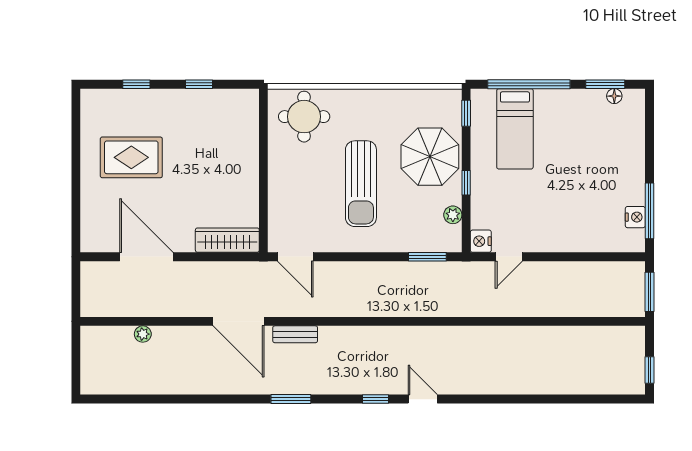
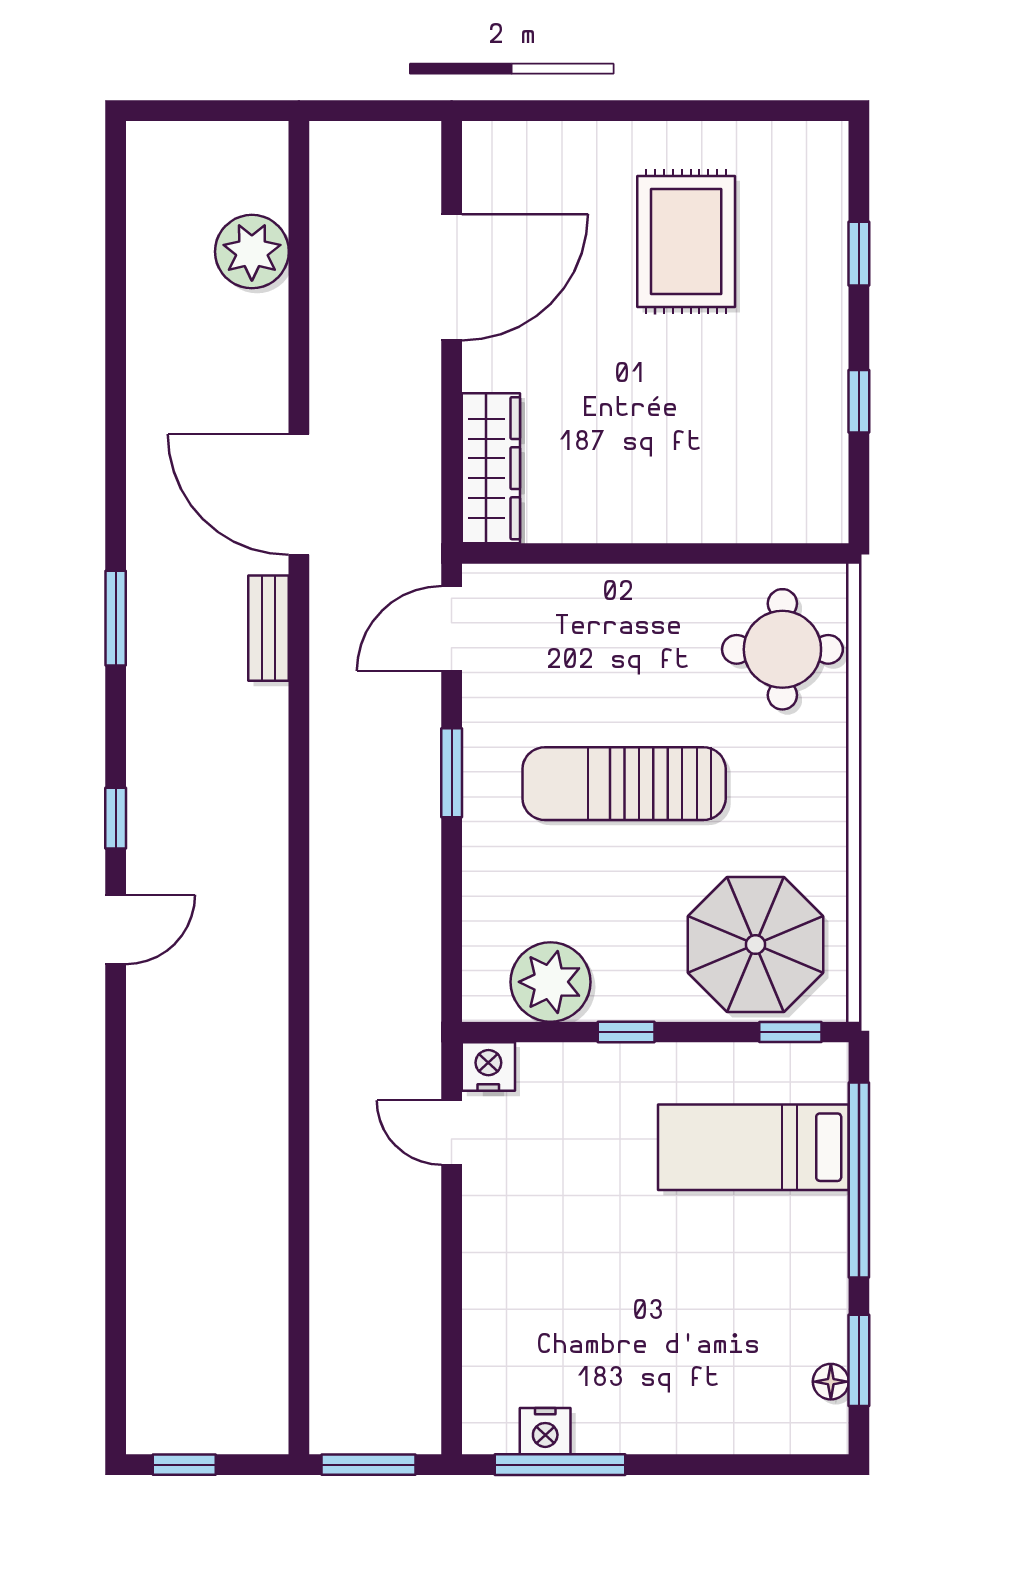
parasol: (430, 157) -> (755, 945), moved
plant: (453, 215) -> (550, 982), width x1.88, depth x1.88
window: (427, 257) -> (452, 773), moved
door: (238, 321) -> (299, 495), hinge flipped
plant: (143, 334) -> (252, 252), width x1.88, depth x1.88

